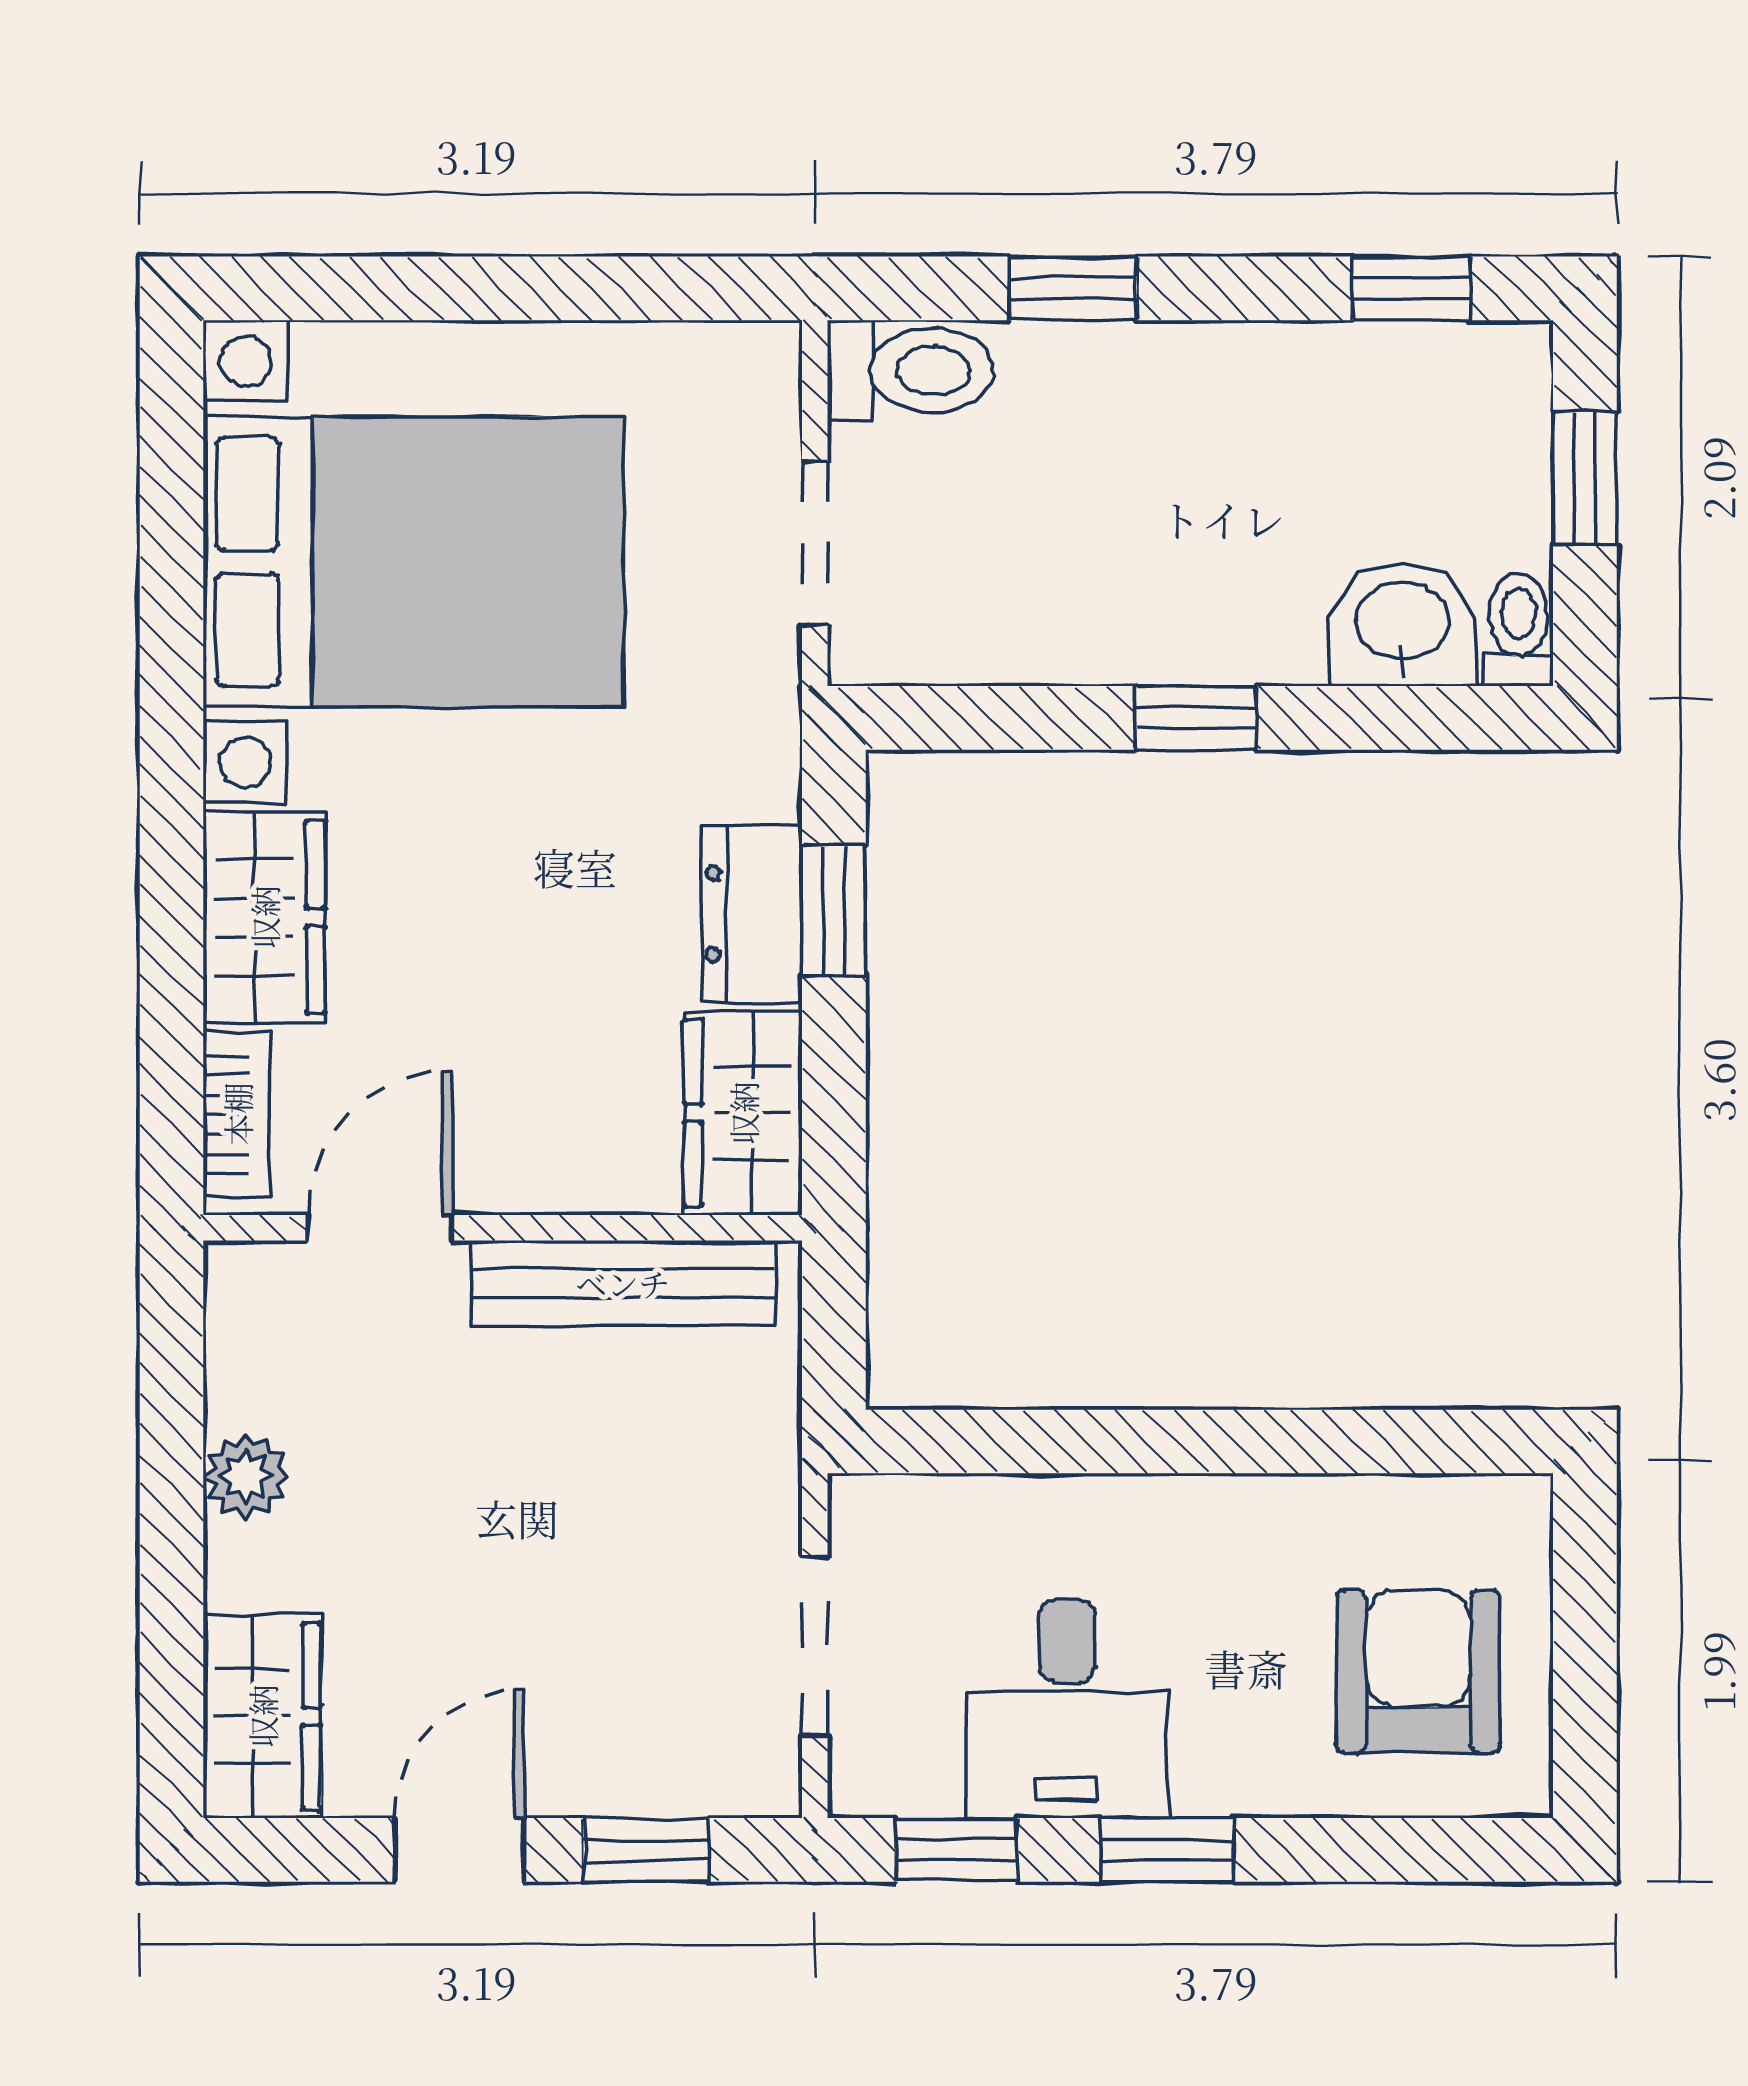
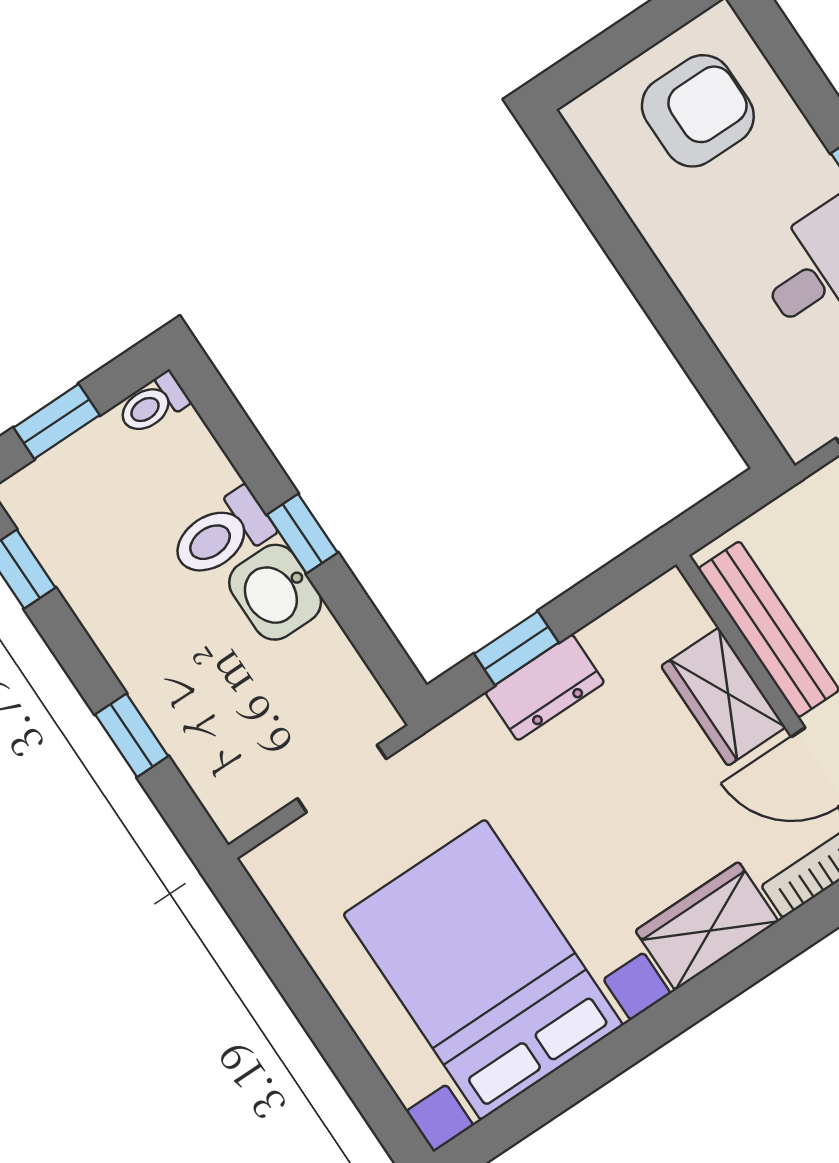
toilet: (910, 370) -> (221, 535), moved, turned -90
washbasin: (1402, 625) -> (275, 592), moved
wardrobe: (743, 1113) -> (723, 697), moved, turned 90
armchair: (1418, 1671) -> (698, 111), turned 180

